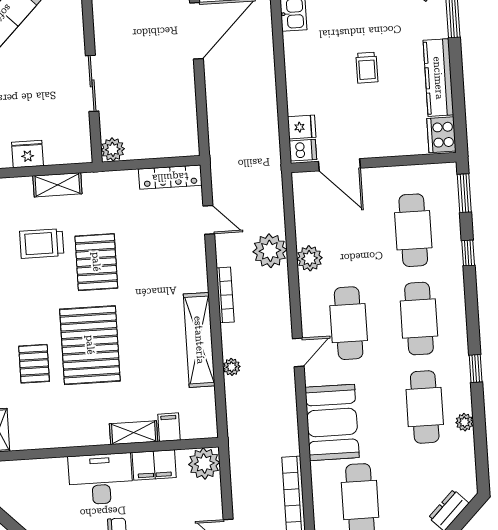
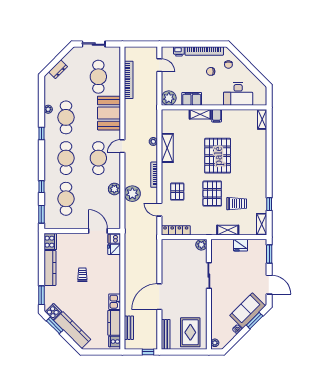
shelving: (199, 340) -> (167, 148), width x0.68
pallet: (34, 364) -> (177, 192), moved
filing cabinet: (169, 427) -> (217, 116), moved
desk: (101, 479) -> (238, 94), moved

